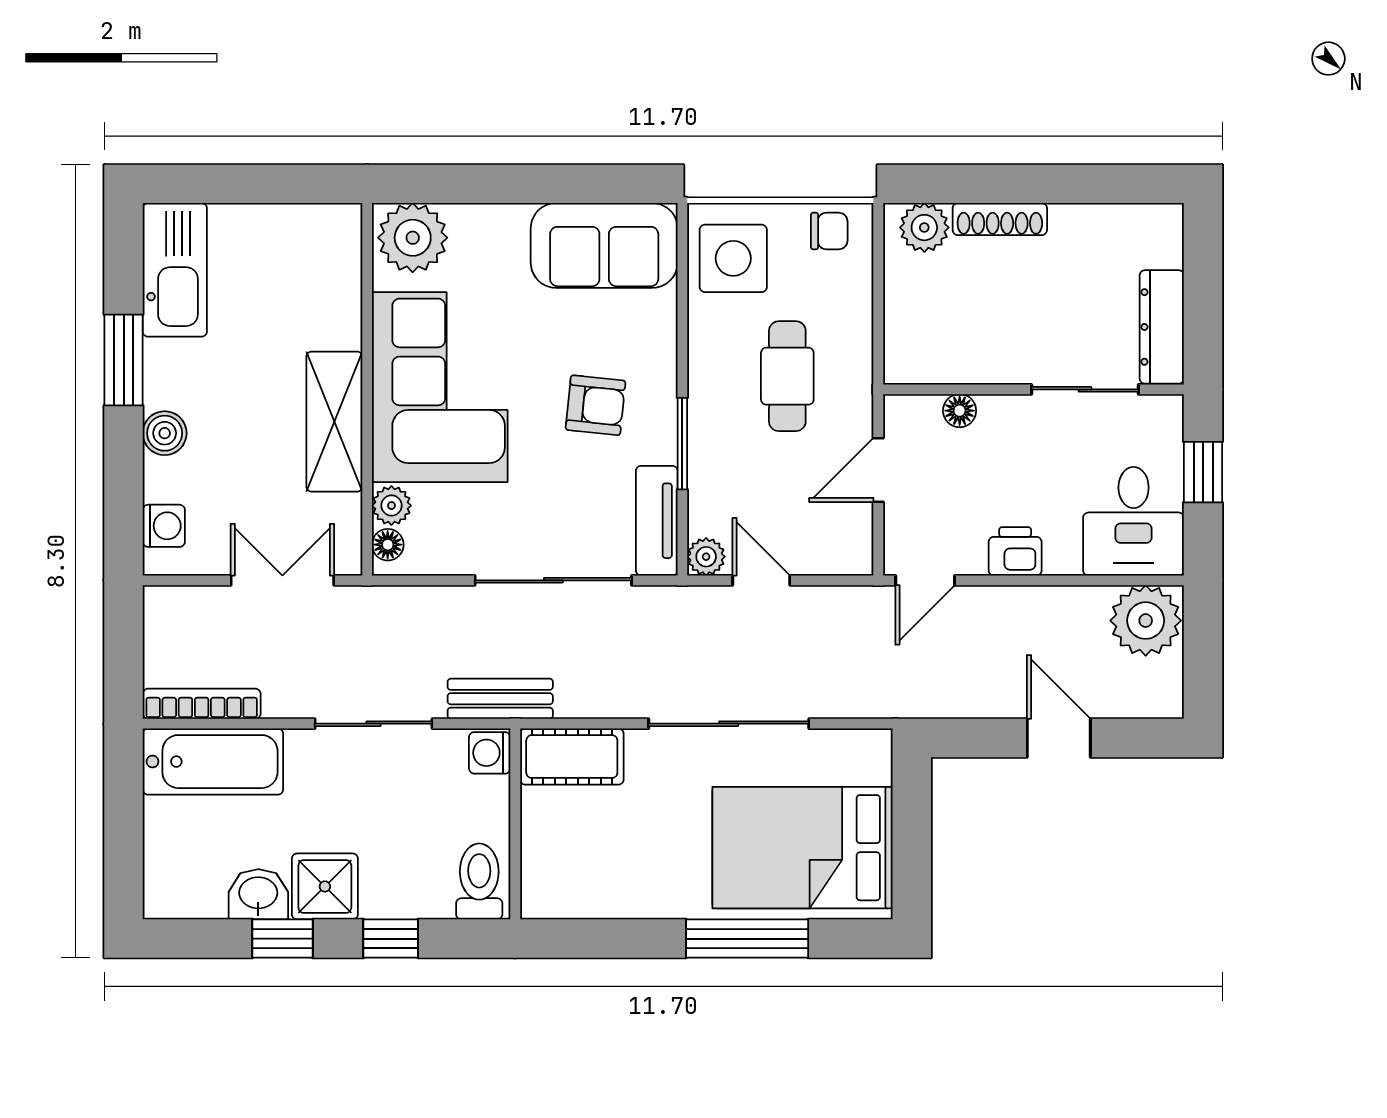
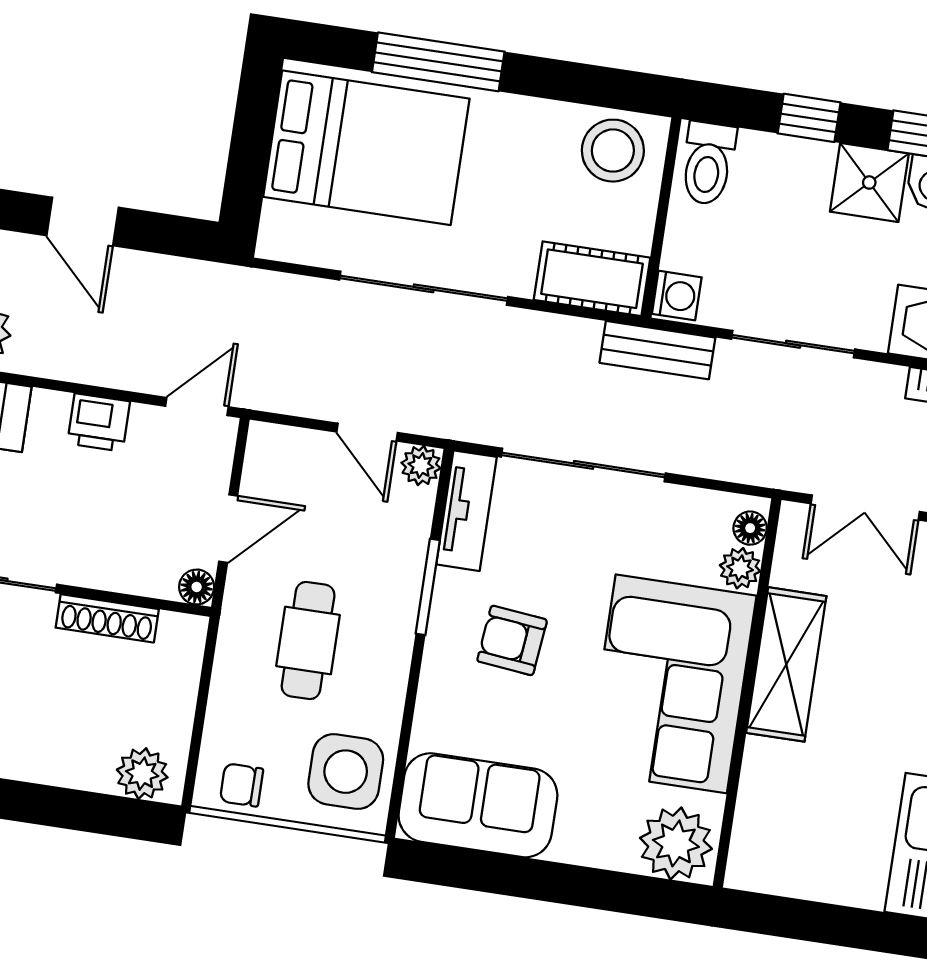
shoe rack: (1000, 219) -> (107, 618), moved, turned 180
floor lamp: (960, 411) -> (197, 587), moved
stool: (570, 880) -> (613, 151), added

